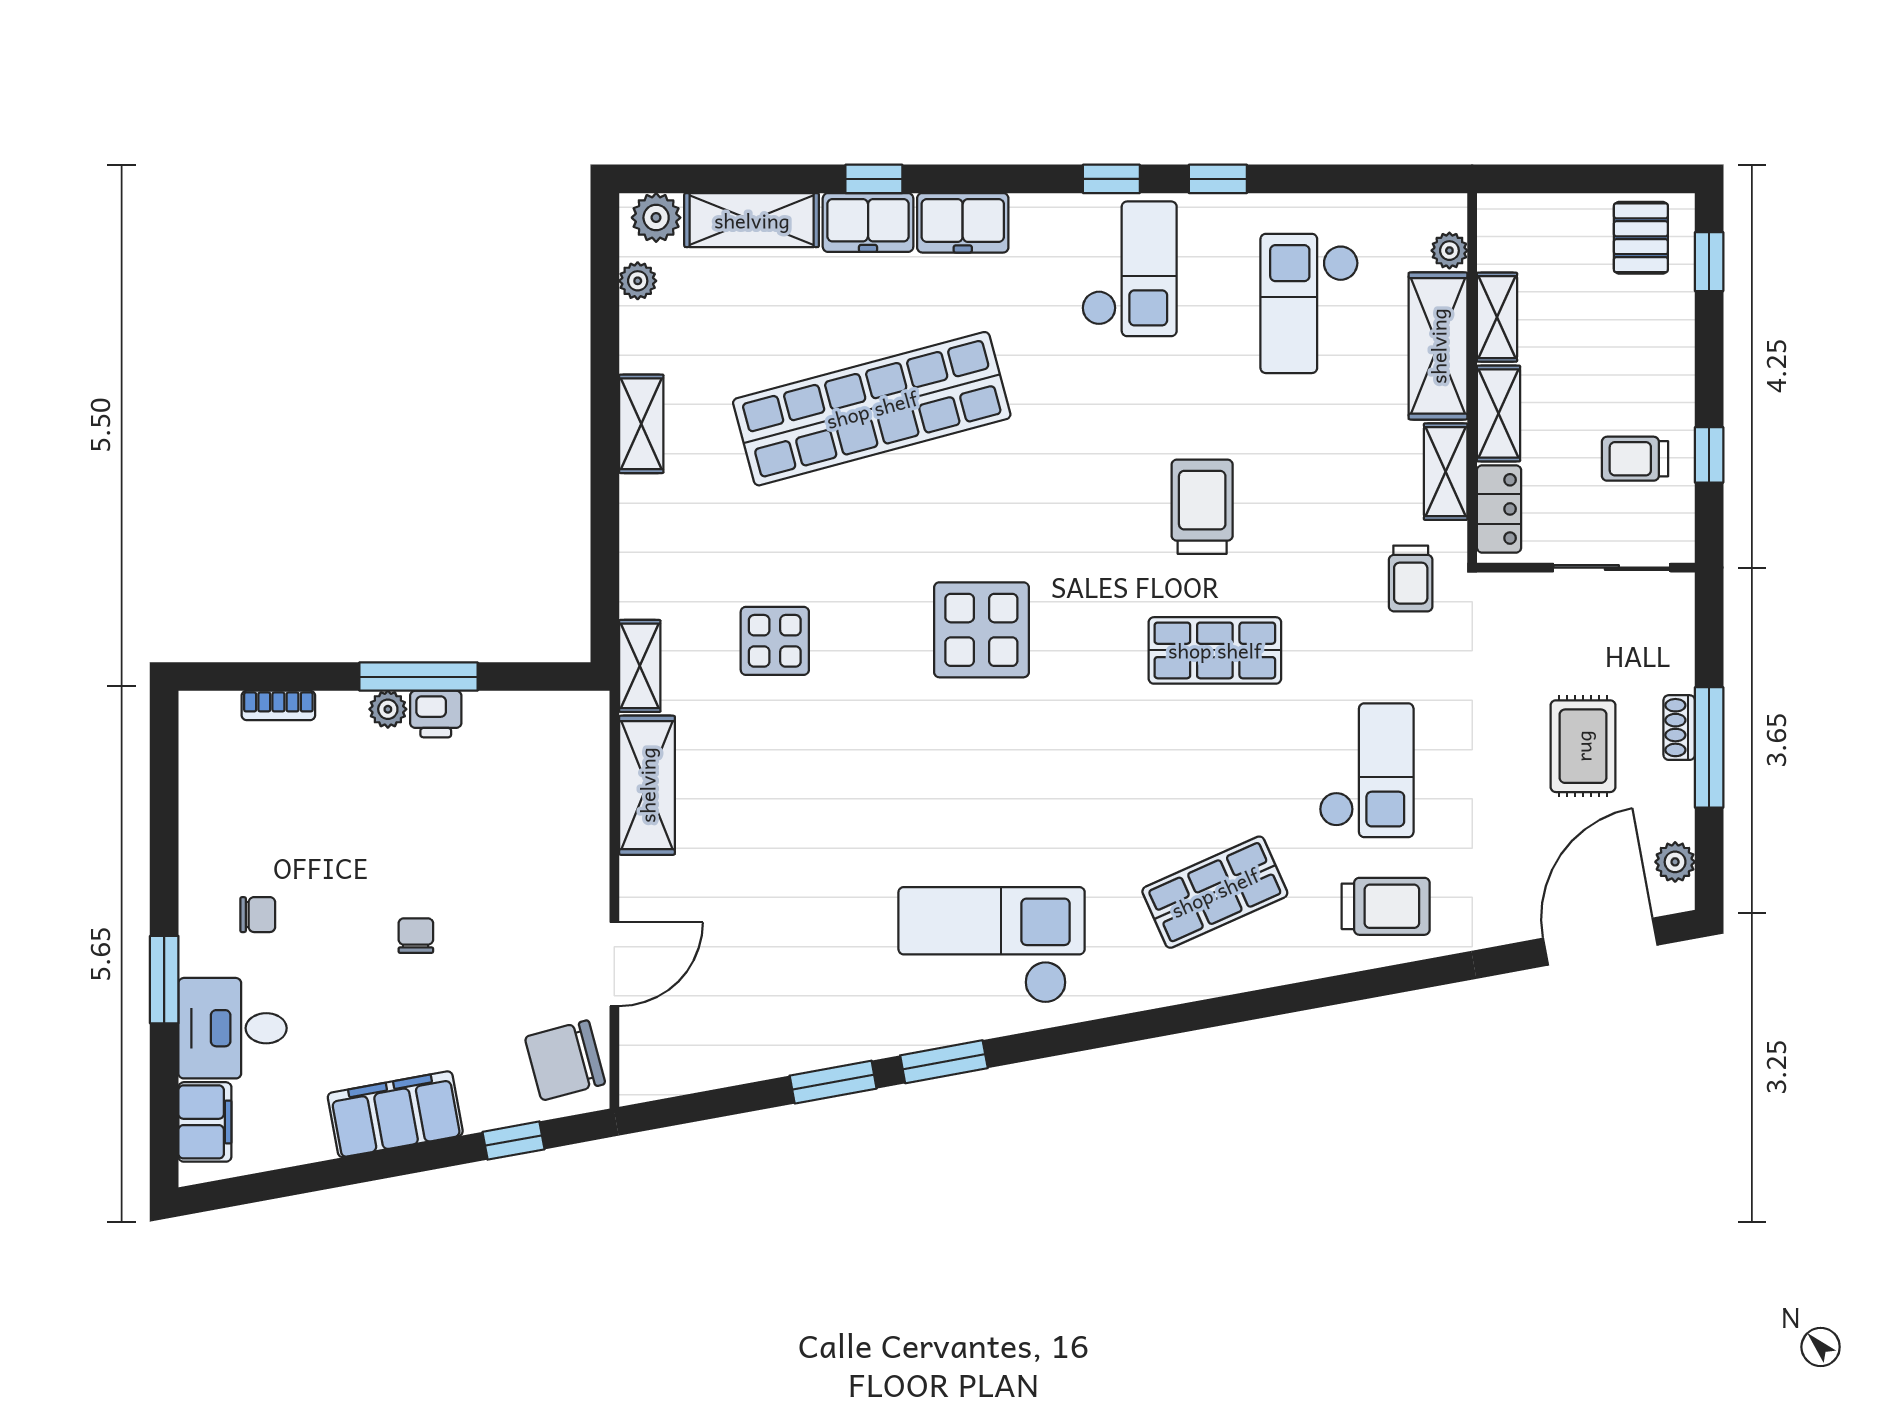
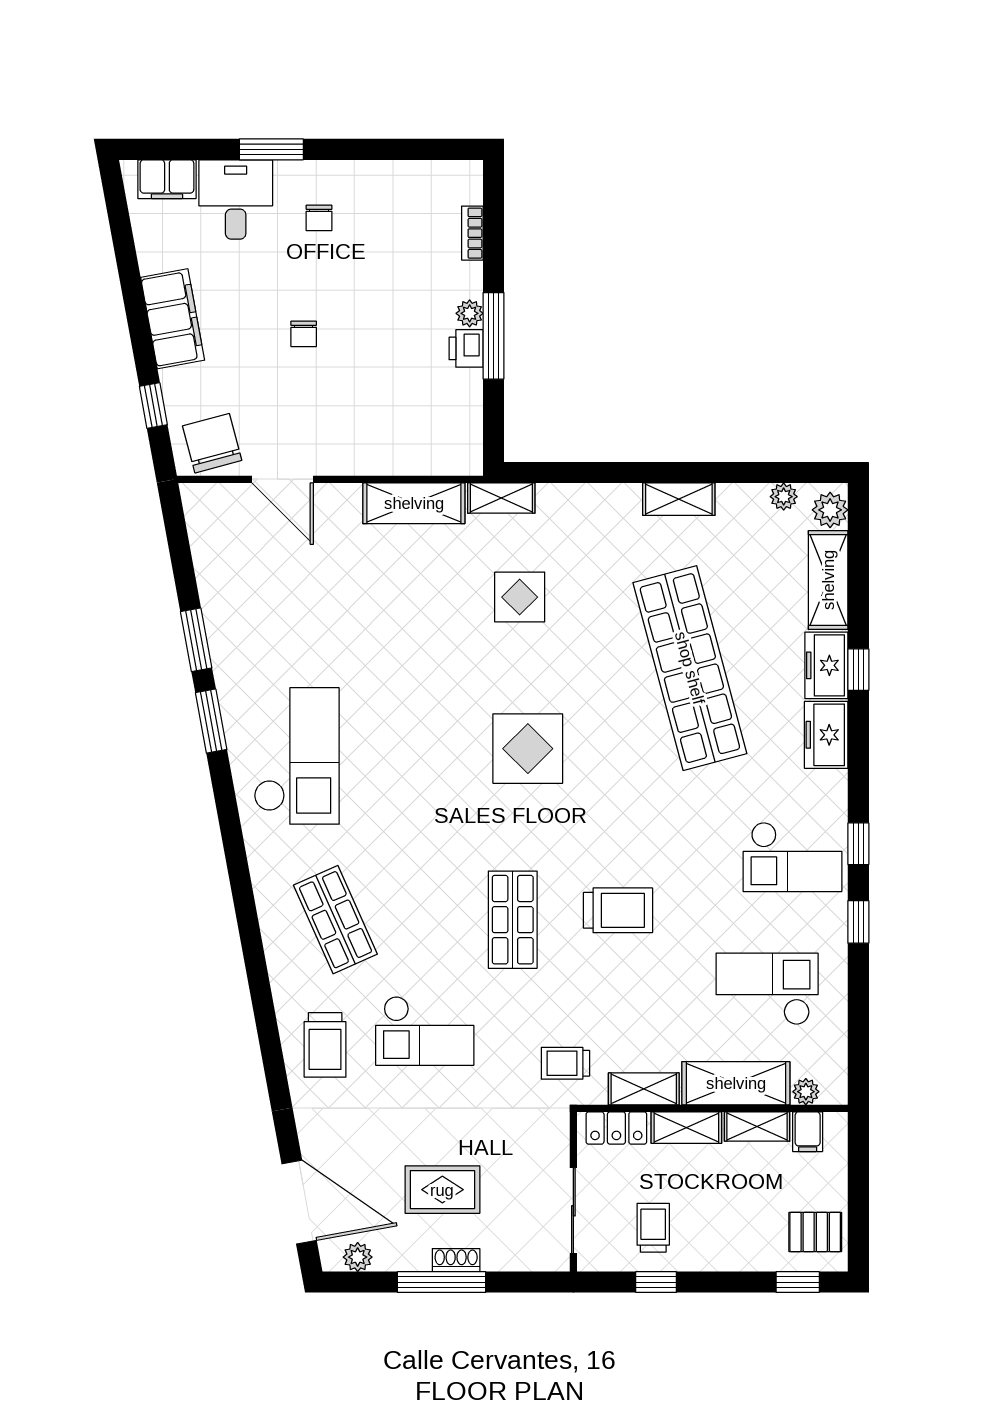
filing cabinet: (1504, 248) -> (808, 1132), added
chair: (416, 936) -> (304, 334), turned 90

